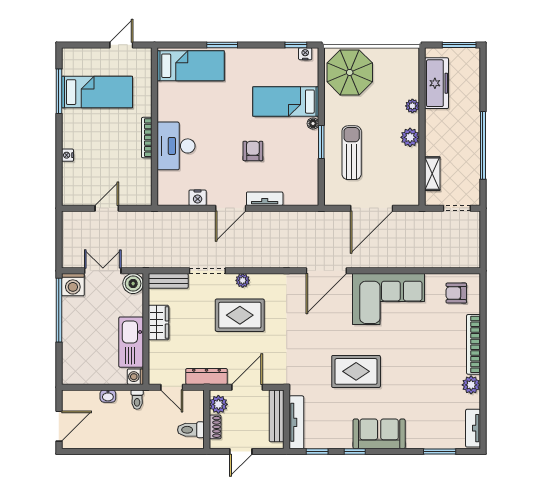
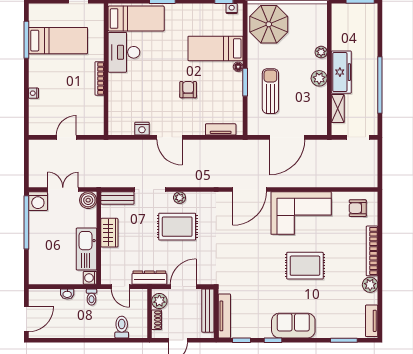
freezer: (437, 83) -> (341, 72), moved
desk: (176, 146) -> (124, 52), moved
tv unit: (265, 199) -> (221, 129), moved
door: (231, 208) -> (169, 137), hinge flipped
rug: (356, 371) -> (305, 266), moved
toilet: (191, 430) -> (122, 327), moved, turned 90

